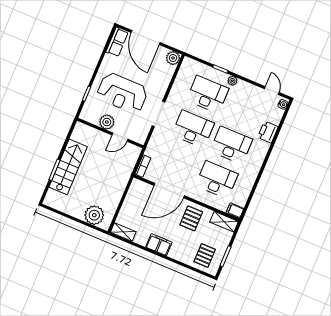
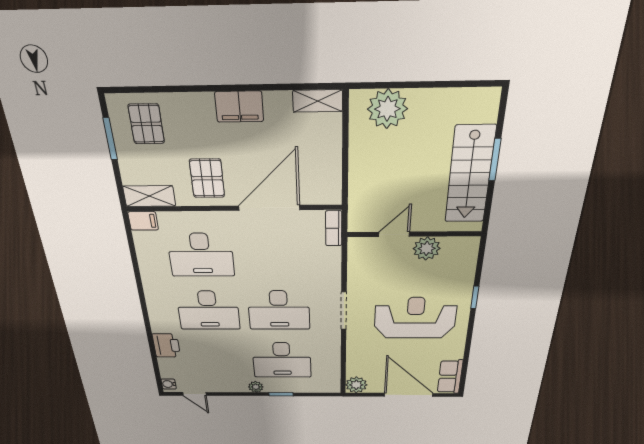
plant: (107, 122) -> (427, 248), moved
wall: (110, 133) -> (414, 234), moved
door: (120, 137) -> (394, 234), moved

